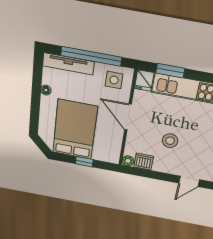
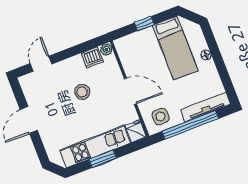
window: (170, 71) -> (103, 159), moved
floor lamp: (46, 90) -> (206, 55), moved
bed: (75, 130) -> (175, 48), width x0.67

